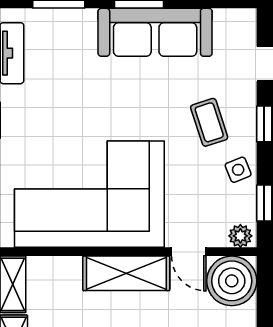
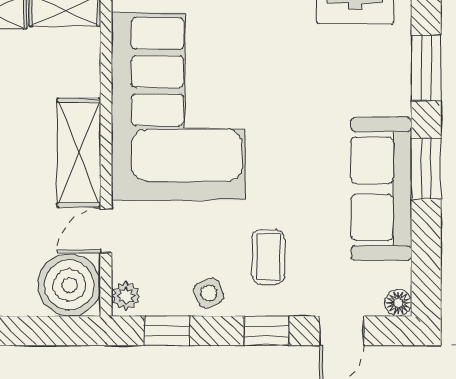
floor lamp: (246, 19) -> (398, 303), added
coffee table: (209, 122) -> (268, 257), turned -72

